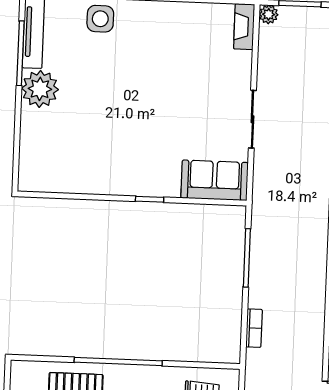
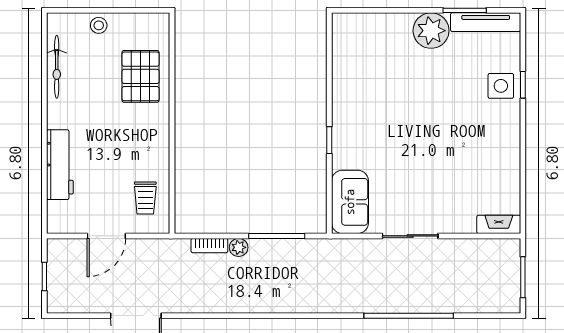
plant: (269, 14) -> (239, 247), moved
window: (20, 53) -> (465, 10), width x0.69
window: (118, 362) -> (172, 116), removed

